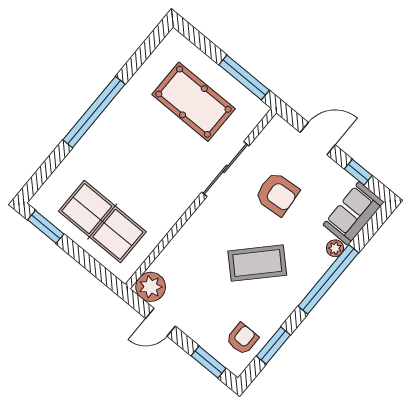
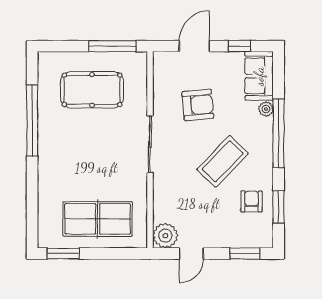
window: (94, 112) -> (32, 120), moved
sliding door: (225, 169) -> (150, 144), moved
armchair: (242, 339) -> (252, 201), moved

